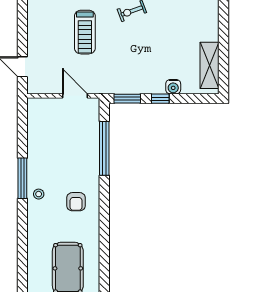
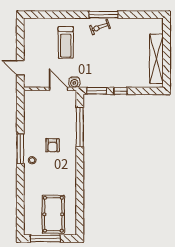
shelving: (210, 65) -> (156, 59), width x1.47
water cooler: (173, 87) -> (74, 82), moved
armchair: (76, 202) -> (52, 145), moved

